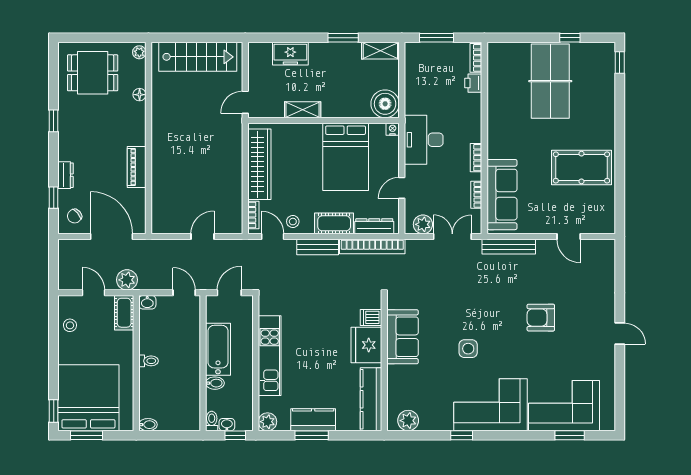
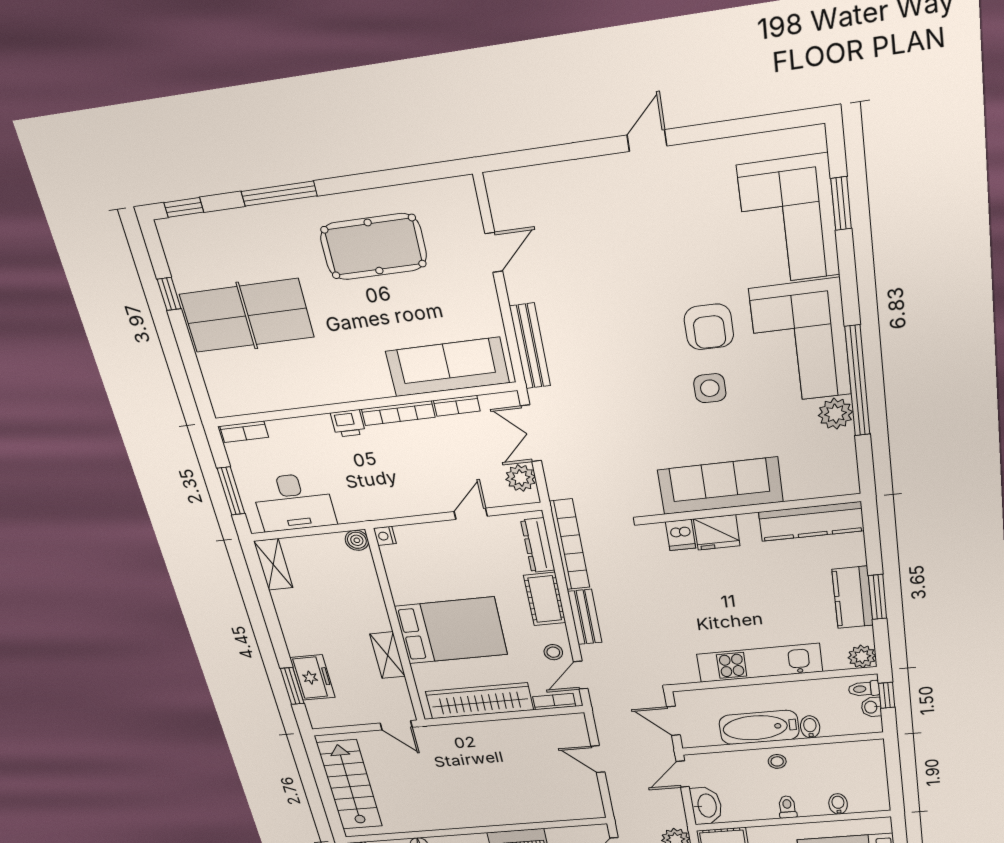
window: (343, 38) -> (292, 686), moved
printer: (473, 83) -> (348, 423), moved
boiler: (385, 104) -> (357, 540), width x0.54, depth x0.54
window: (620, 120) -> (279, 194), added
desk: (424, 140) -> (294, 502), moved
bed: (346, 157) -> (451, 630), moved
bookcase: (476, 158) -> (398, 413), width x1.56
pool table: (581, 167) -> (374, 247), turned 90
door: (402, 188) -> (471, 514), swing flipped
washbasin: (147, 302) -> (706, 806), width x1.91, depth x1.45
armchair: (541, 318) -> (709, 327), moved
sofa: (402, 337) -> (720, 486), width x1.36
fridge: (366, 345) -> (717, 532), width x0.73, depth x0.75
stool: (188, 358) -> (777, 761), added
toilet: (212, 421) -> (864, 689), moved
plant: (408, 421) -> (835, 414), moved
bidet: (148, 425) -> (838, 804), moved
window: (462, 435) -> (858, 381), width x3.17

